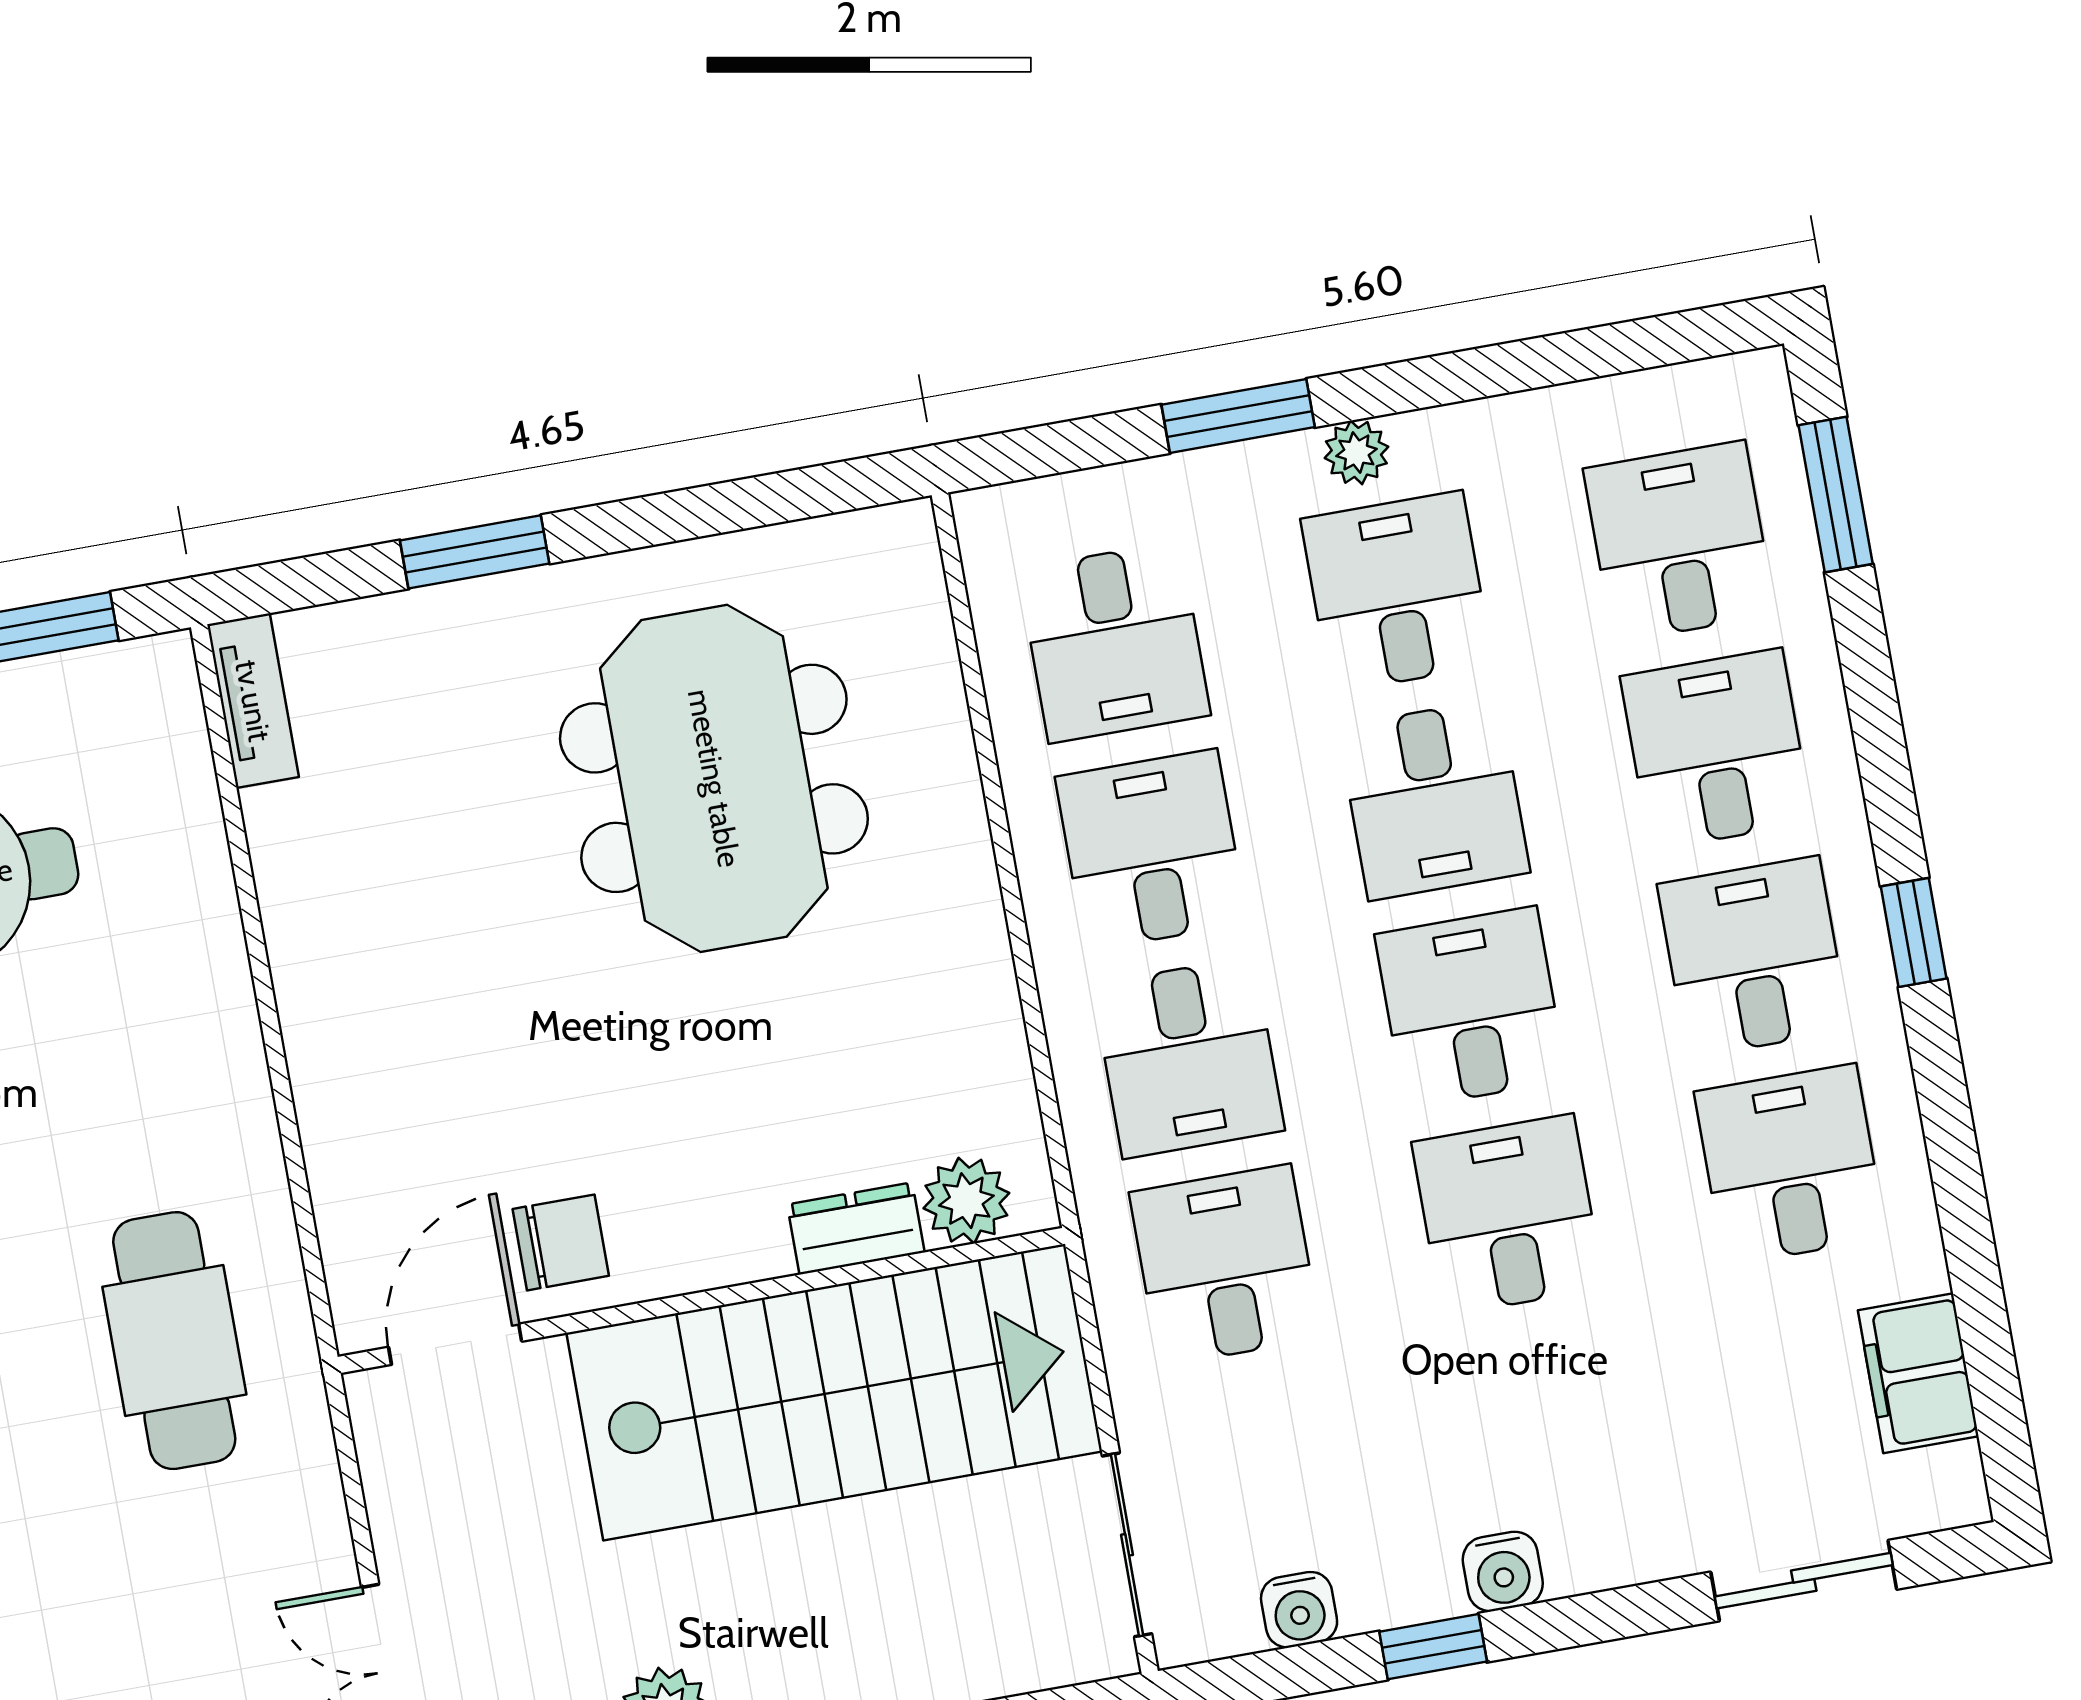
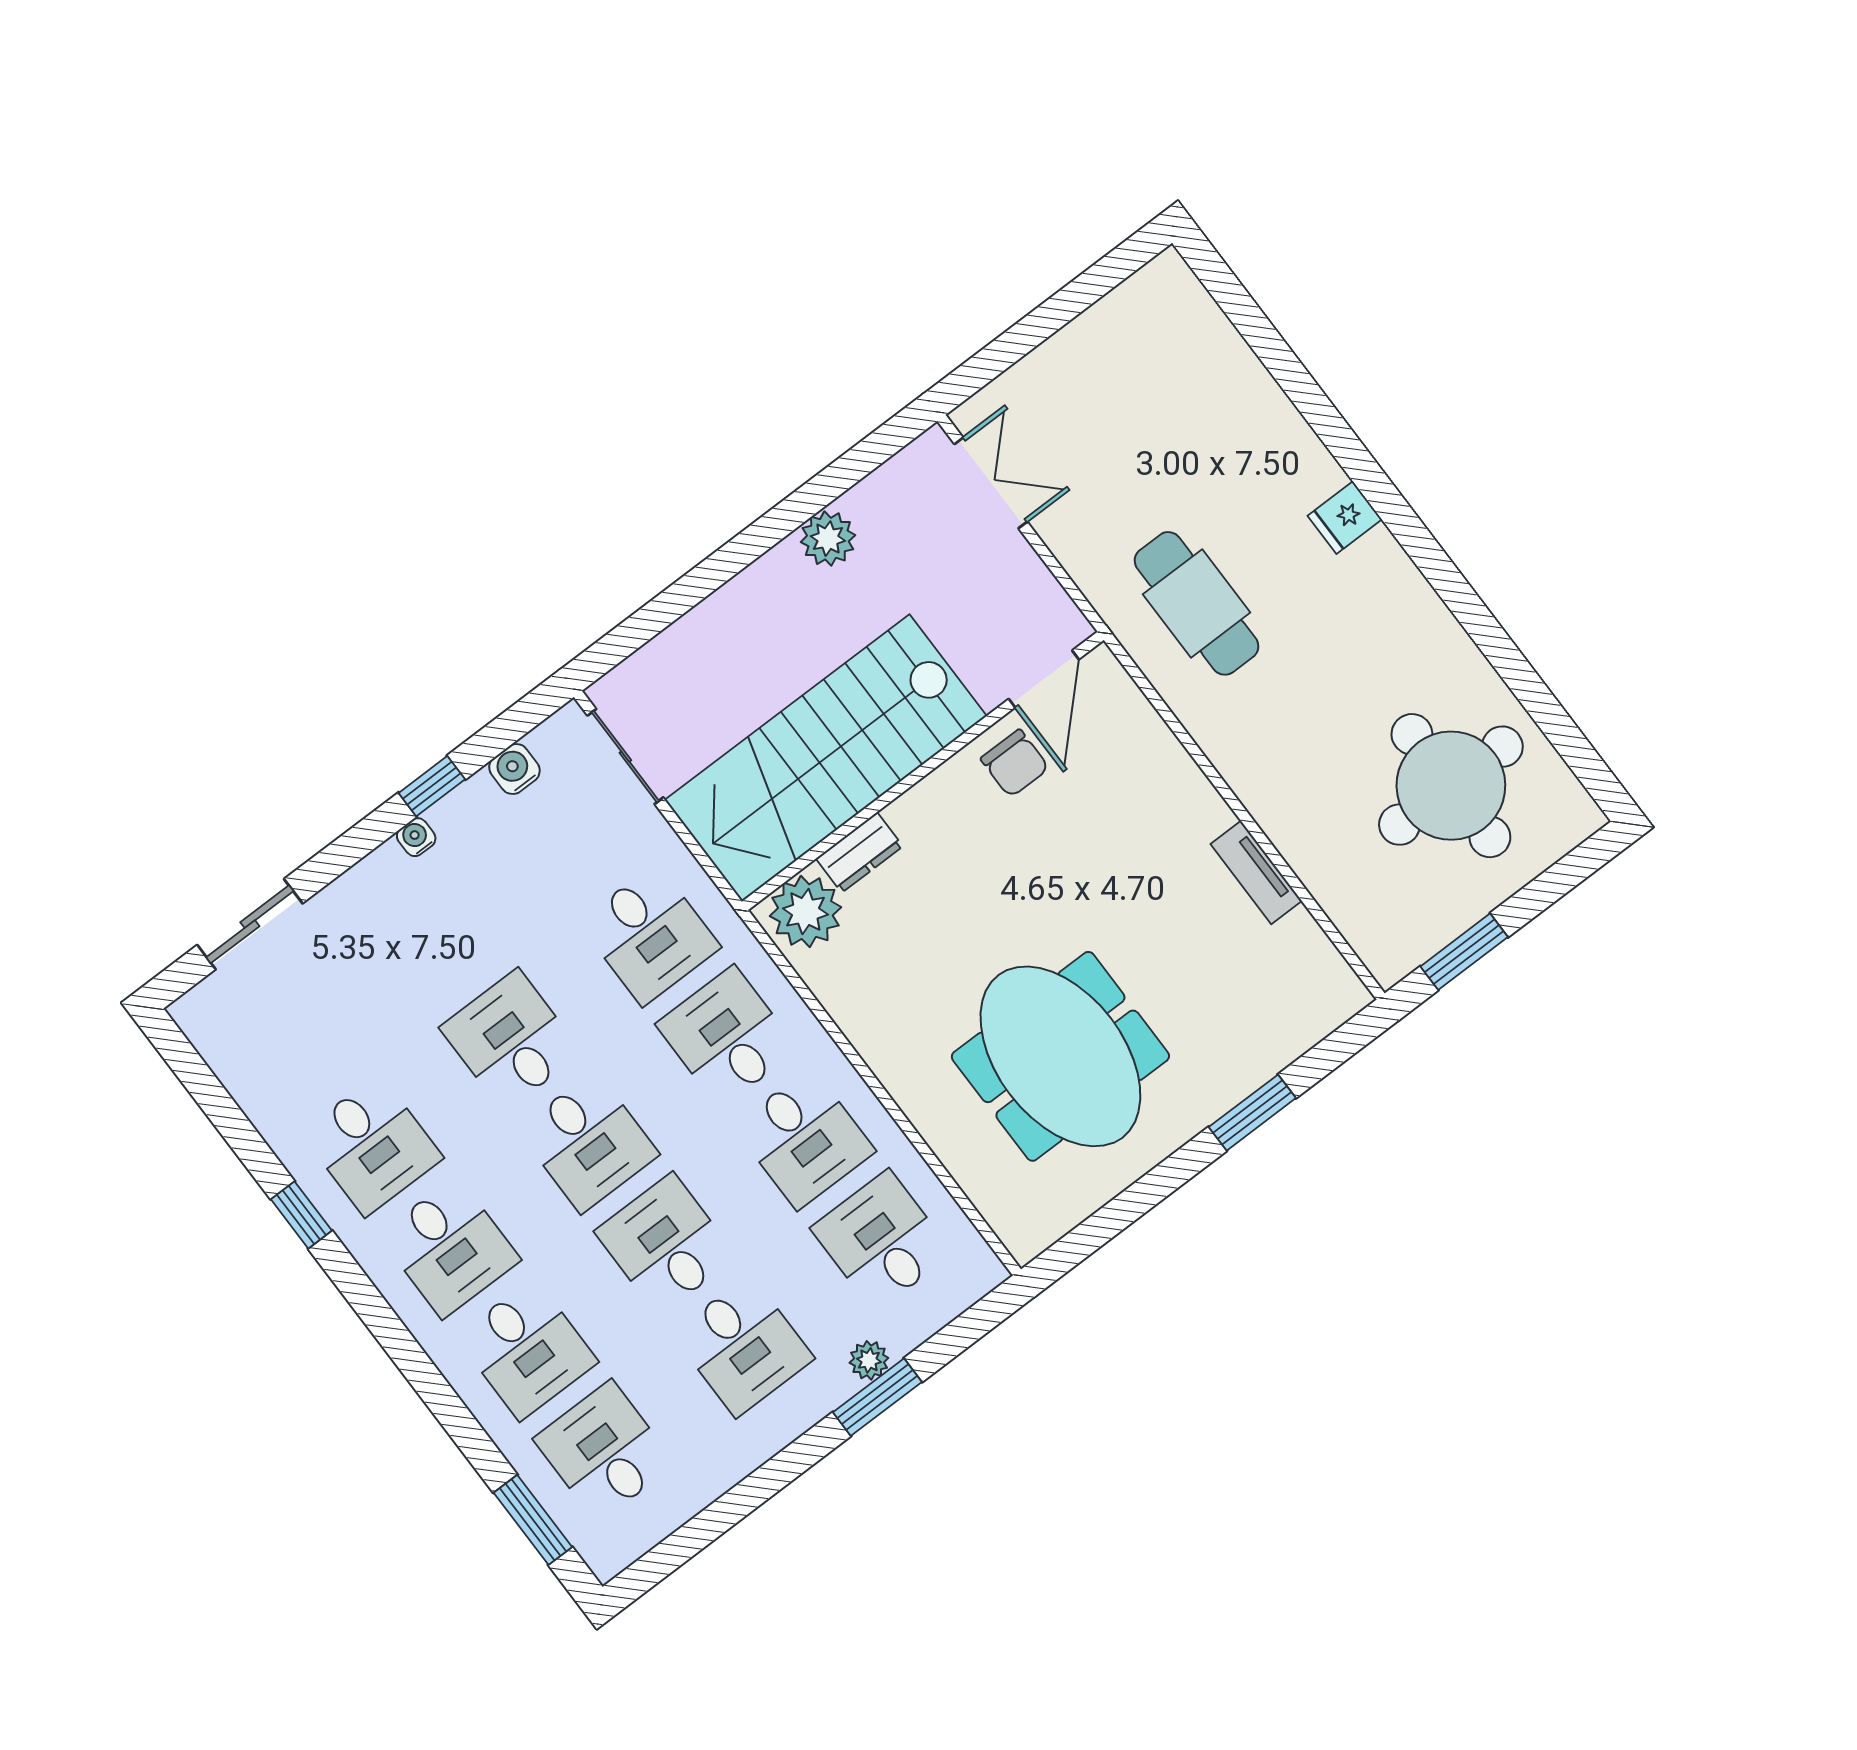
plant: (1356, 452) -> (869, 1360), moved
desk: (1679, 542) -> (604, 1451), turned 180
tv unit: (253, 701) -> (1256, 872), moved
window: (1914, 932) -> (301, 1215), moved
plant: (966, 1201) -> (805, 912), width x1.36, depth x1.36
desk: (1508, 1215) -> (511, 1040), turned 180
chair: (561, 1242) -> (1015, 763), turned -90
filing cabinet: (1918, 1373) -> (245, 1068), removed
water cooler: (1503, 1572) -> (416, 837), width x0.72, depth x0.72

